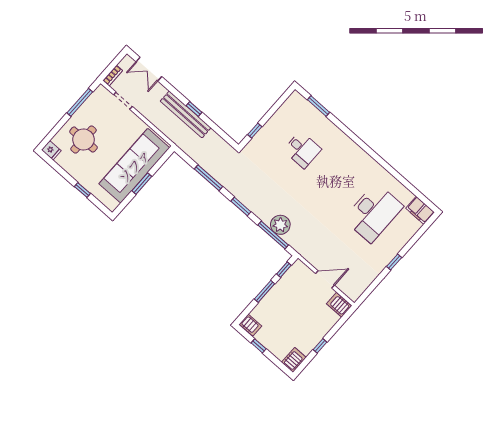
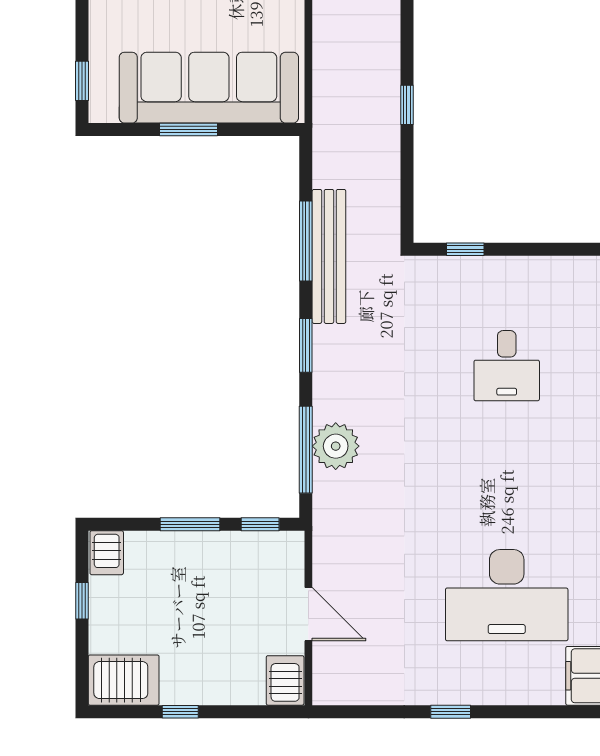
bench: (186, 114) -> (329, 256), moved
window: (82, 190) -> (82, 81), moved
server rack: (294, 360) -> (124, 680), width x1.36, depth x1.44

